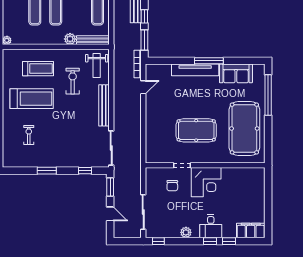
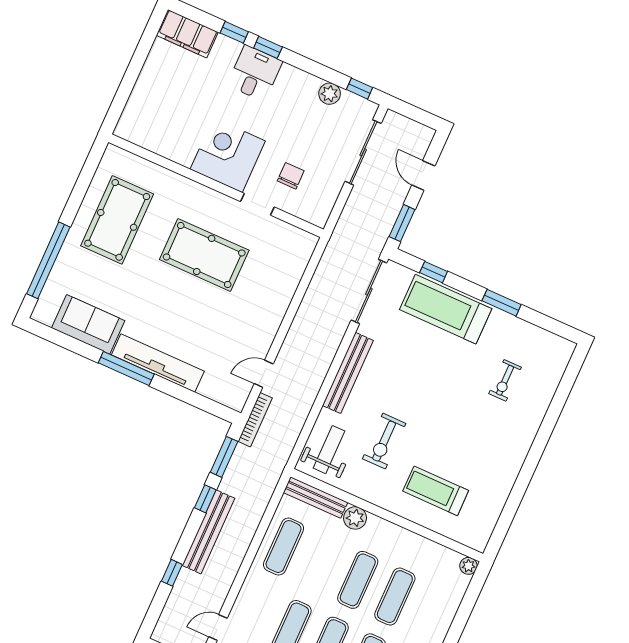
treadmill: (32, 99) -> (446, 309), moved
pool table: (244, 129) -> (117, 220), width x0.73, depth x0.76
plant: (186, 232) -> (330, 94), moved

